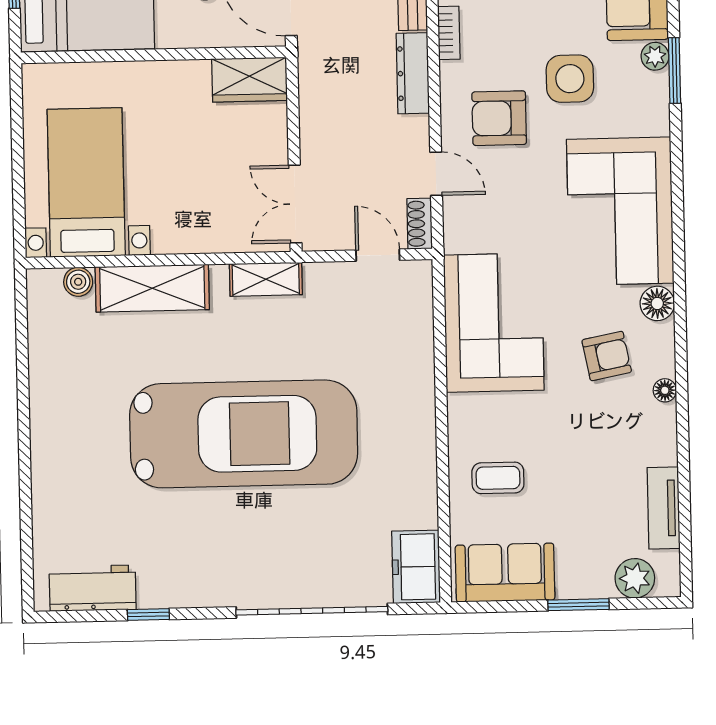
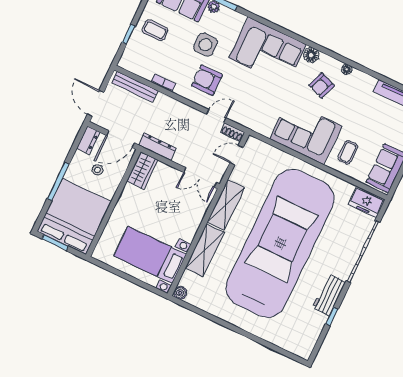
dresser: (413, 73) -> (157, 147), moved, turned 180
armchair: (499, 118) -> (207, 80), turned 90
shelving: (266, 279) -> (226, 205), width x1.50, depth x1.33
boiler: (78, 282) -> (180, 293), moved
corner sofa: (494, 323) -> (306, 132), moved
armchair: (607, 356) -> (322, 85), turned -149
car: (244, 434) -> (280, 243), width x1.36, depth x1.48
workbench: (93, 588) -> (329, 295), moved

